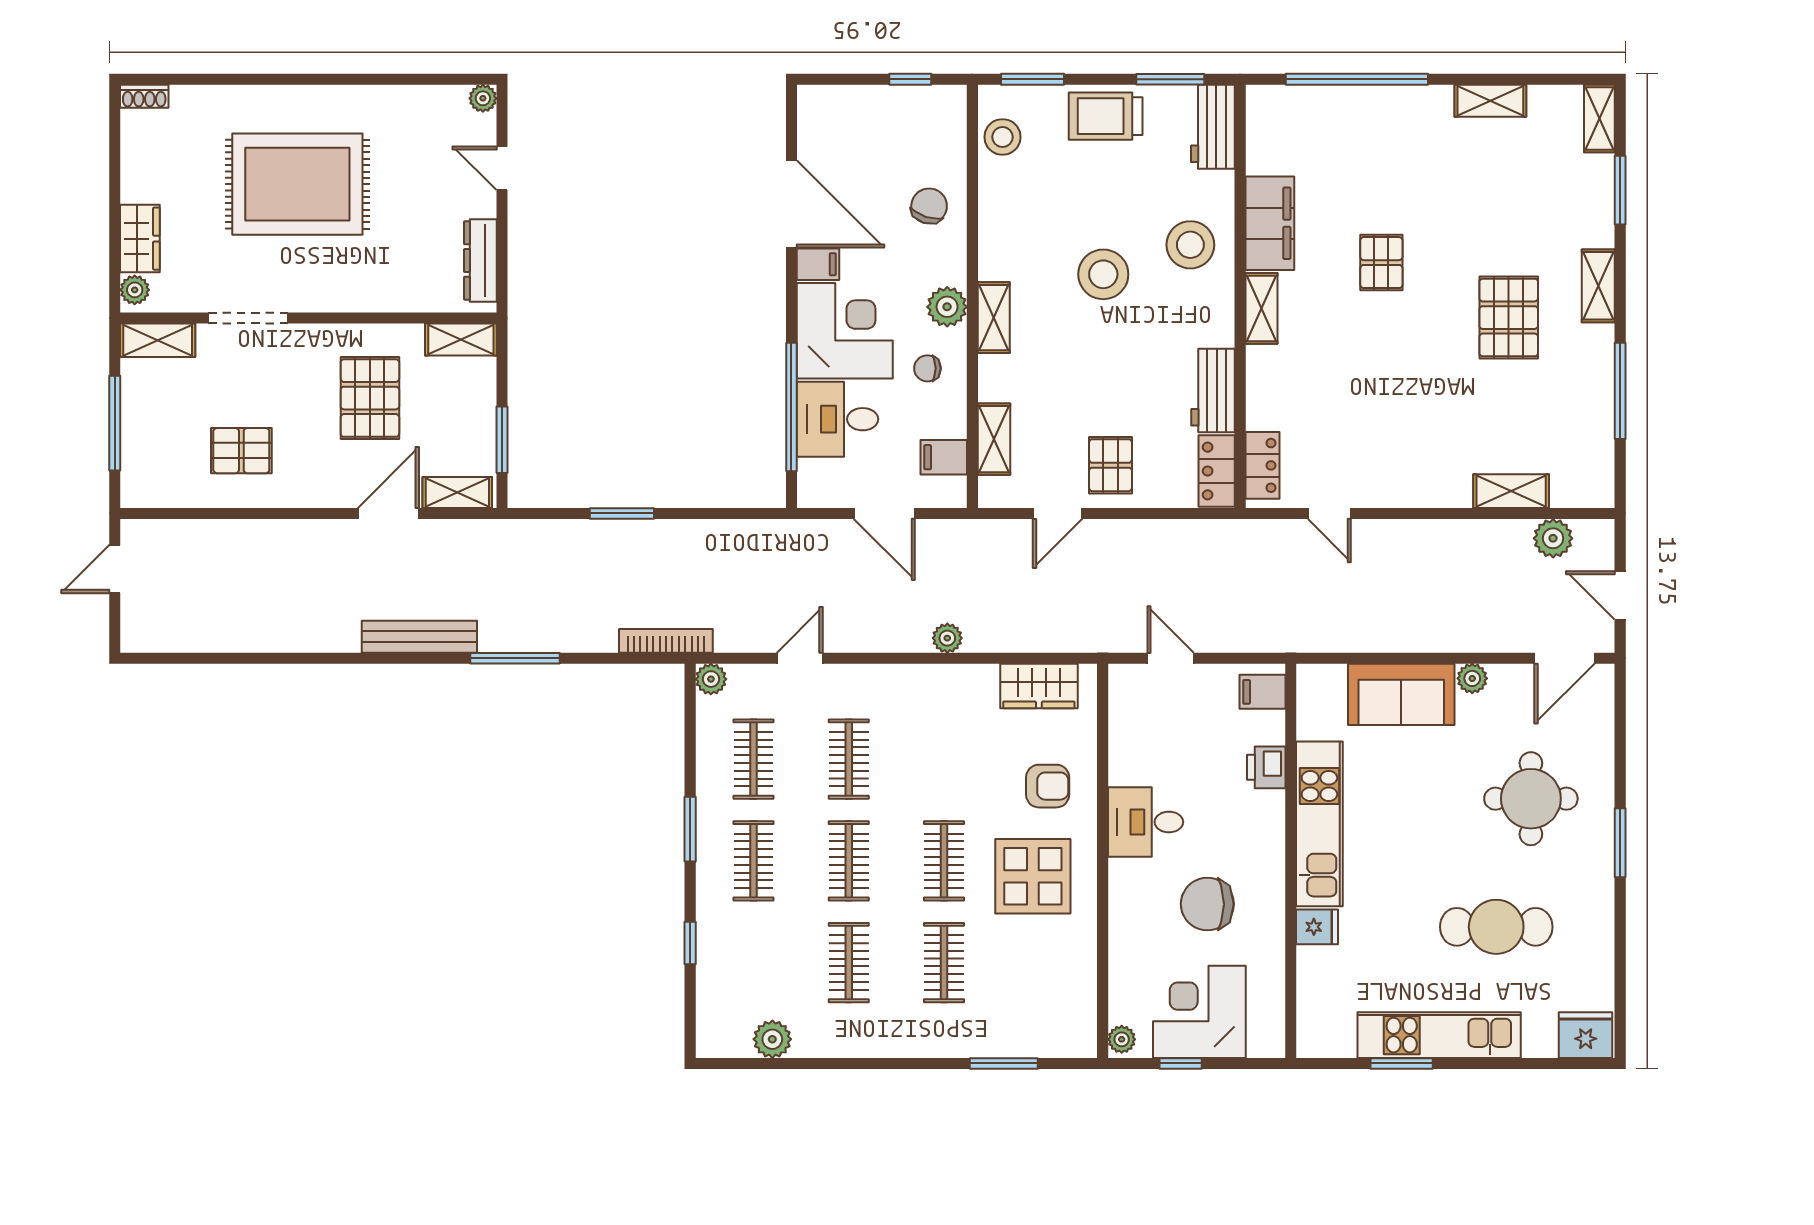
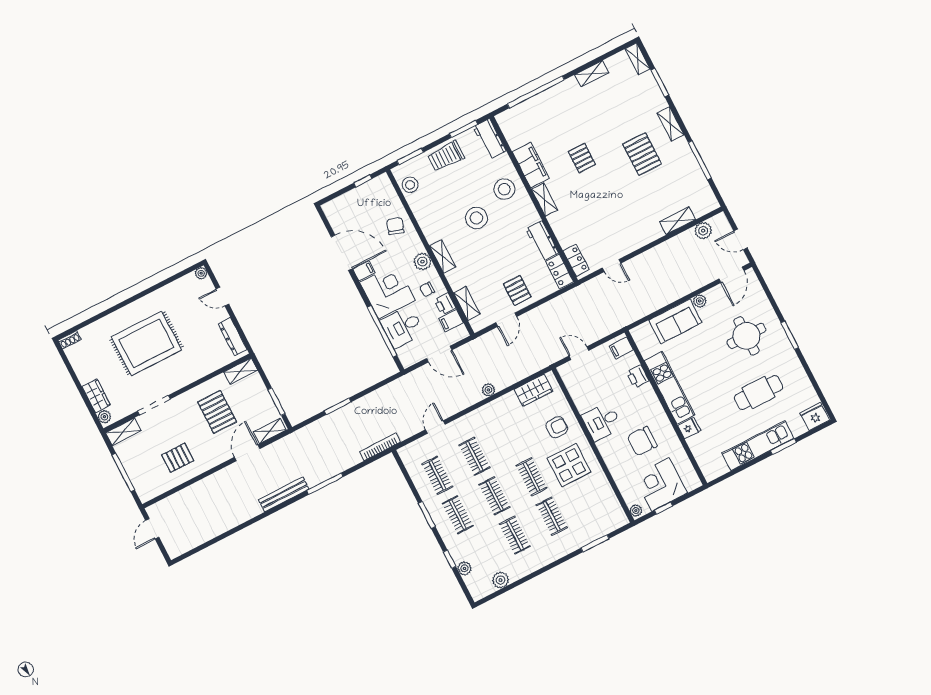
printer: (949, 417) -> (445, 304), added
plant: (711, 679) -> (464, 568), moved
window: (1402, 1063) -> (783, 447), moved

